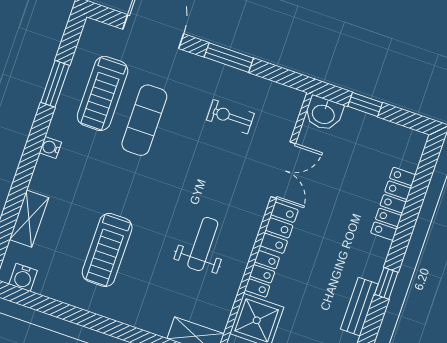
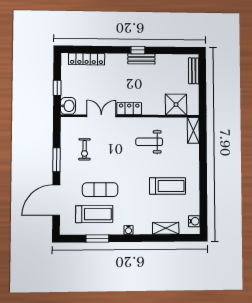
locker: (393, 204) -> (87, 59), moved
locker: (262, 274) -> (153, 109), removed
bench: (359, 307) -> (141, 59), moved

